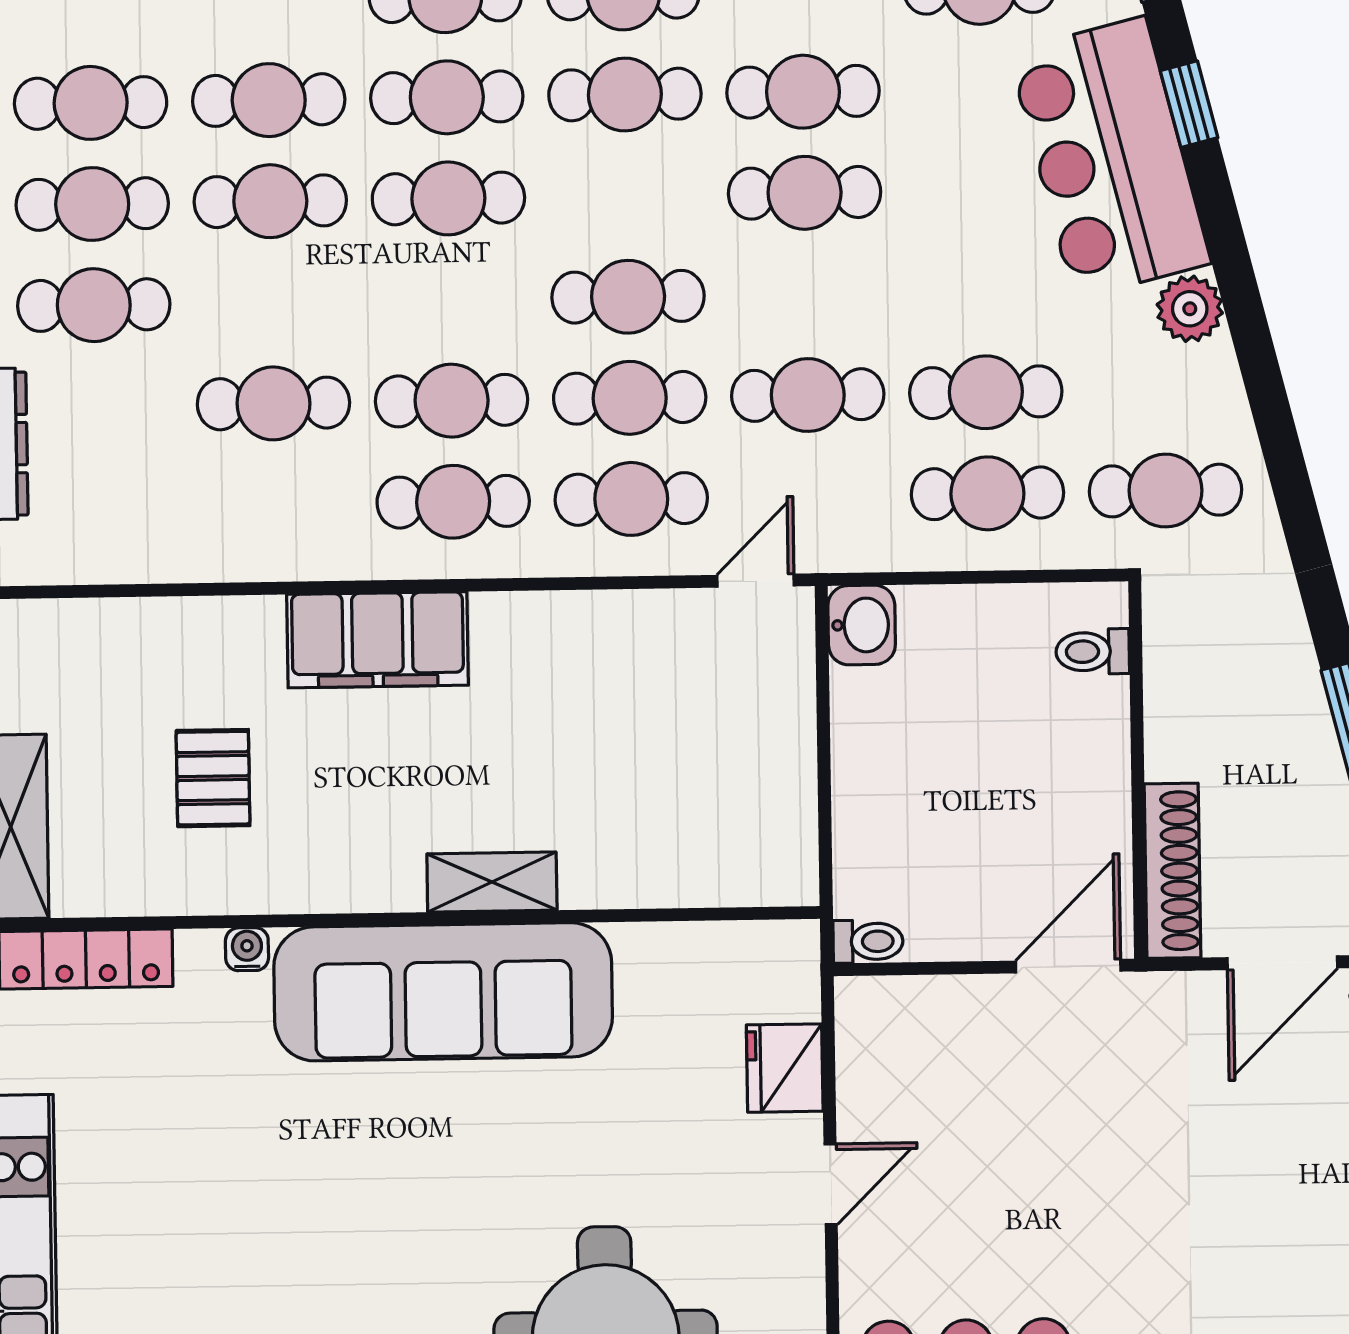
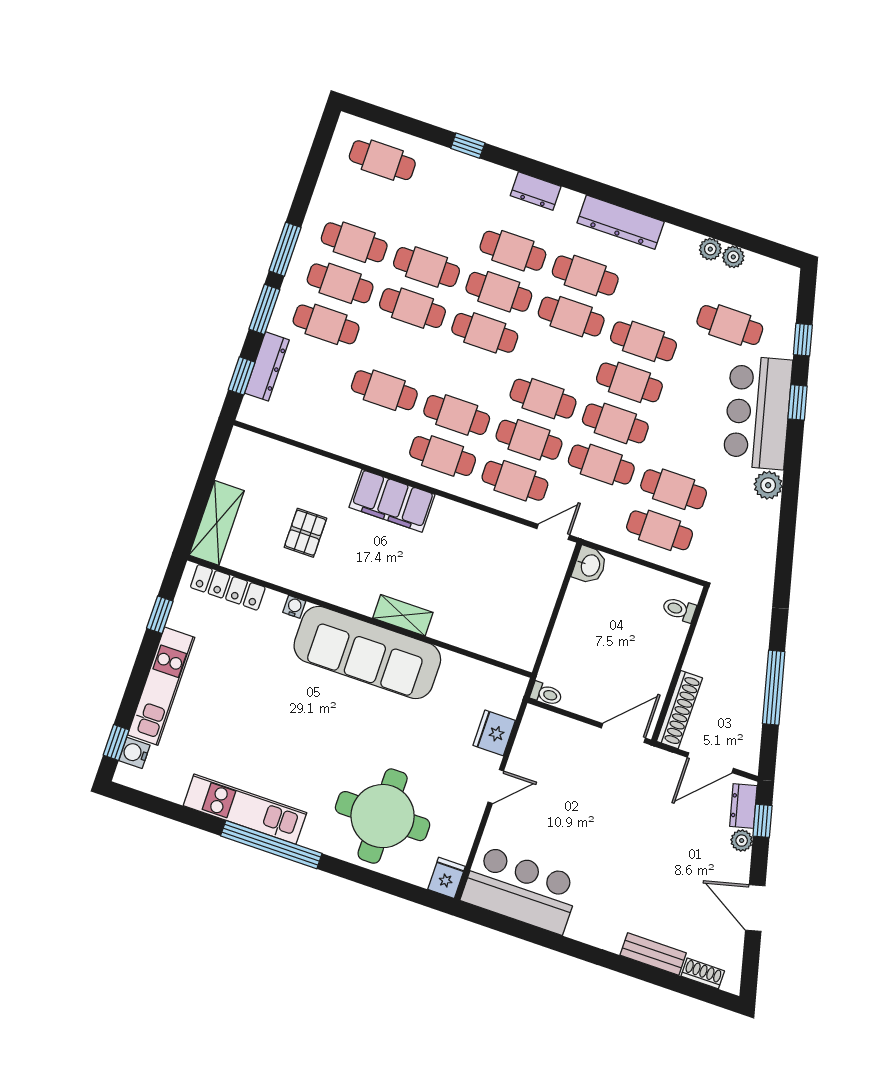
cafe table: (1166, 491) -> (615, 423), moved

